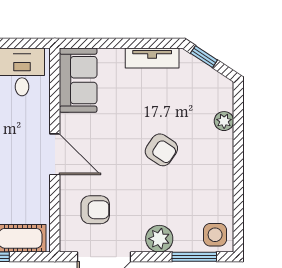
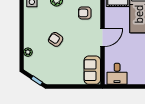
tv unit: (152, 58) -> (60, 80), removed
door: (55, 154) -> (103, 37), swing flipped

